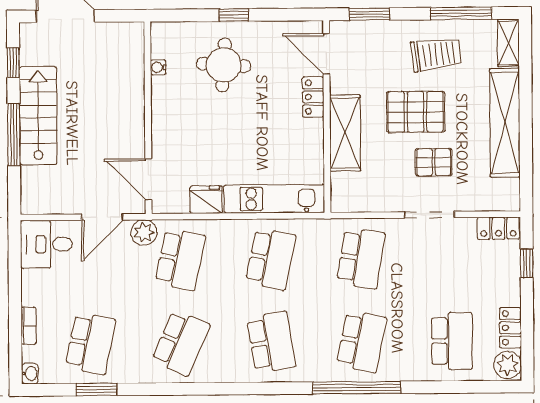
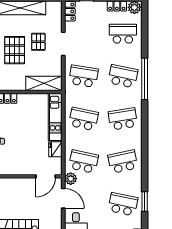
shelving: (345, 133) -> (44, 83), moved
school desk: (181, 343) -> (123, 162), turned -36

